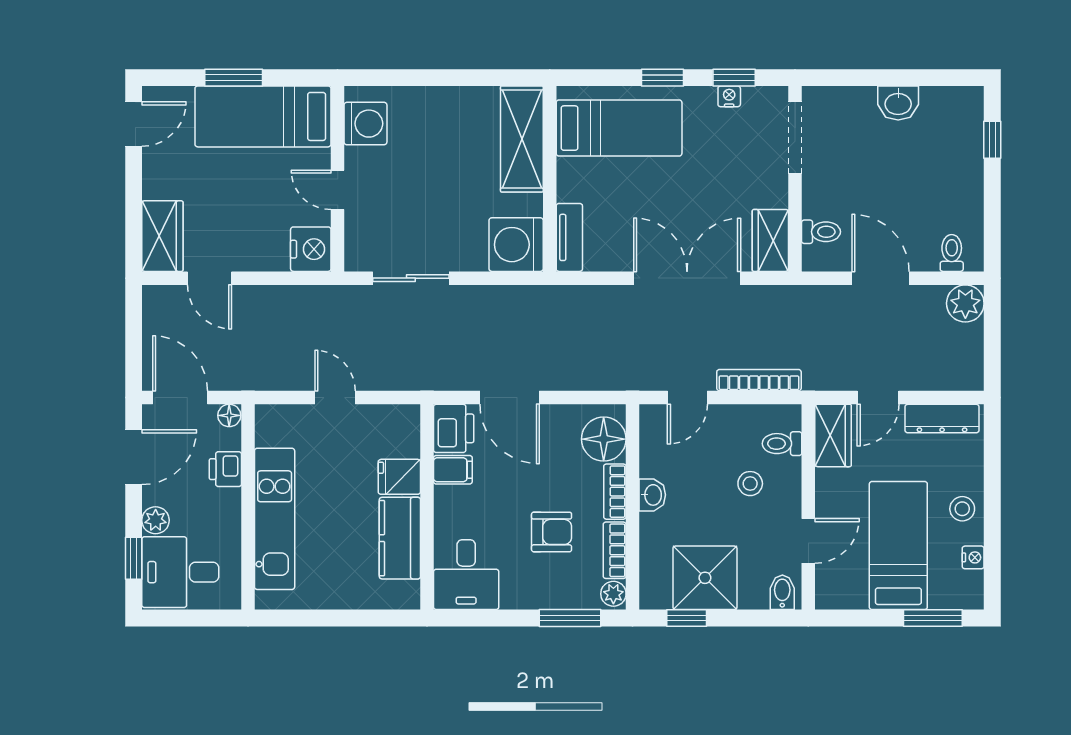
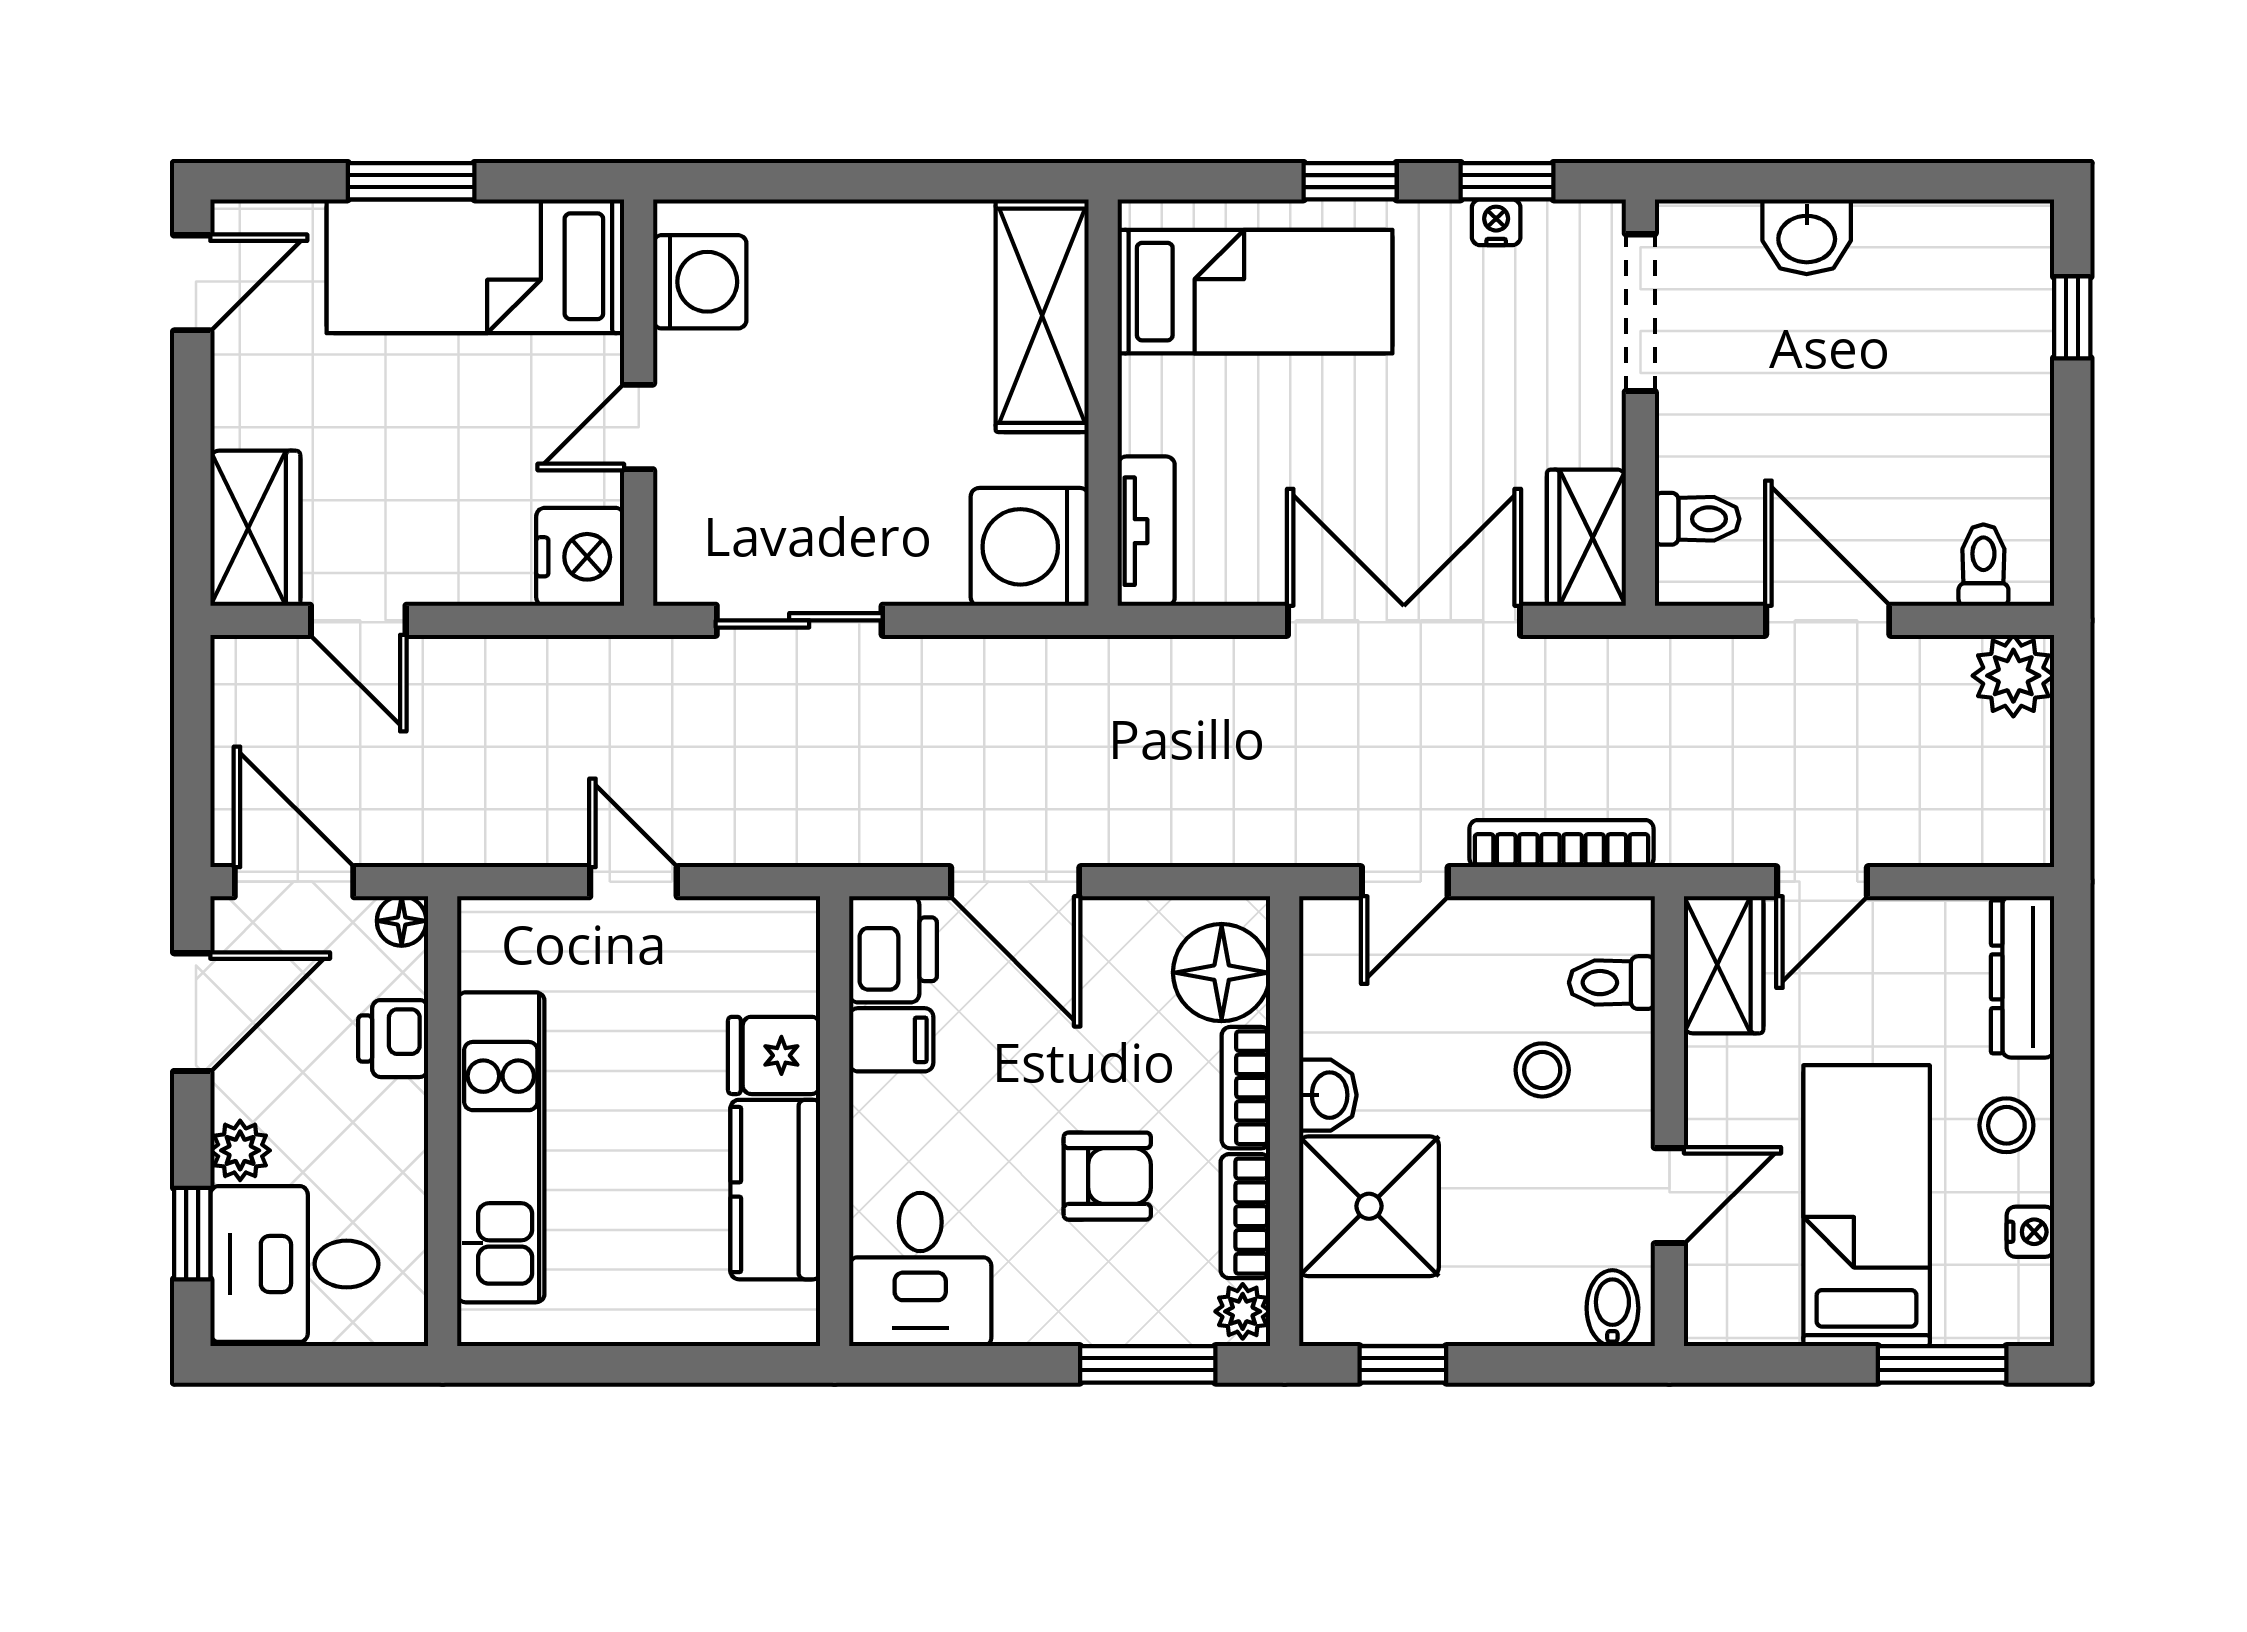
washbasin: (898, 103) -> (1807, 237), moved
door: (338, 190) -> (639, 427), hinge flipped
dresser: (942, 419) -> (2023, 977), moved, turned 90
shower: (705, 578) -> (1369, 1206), moved

